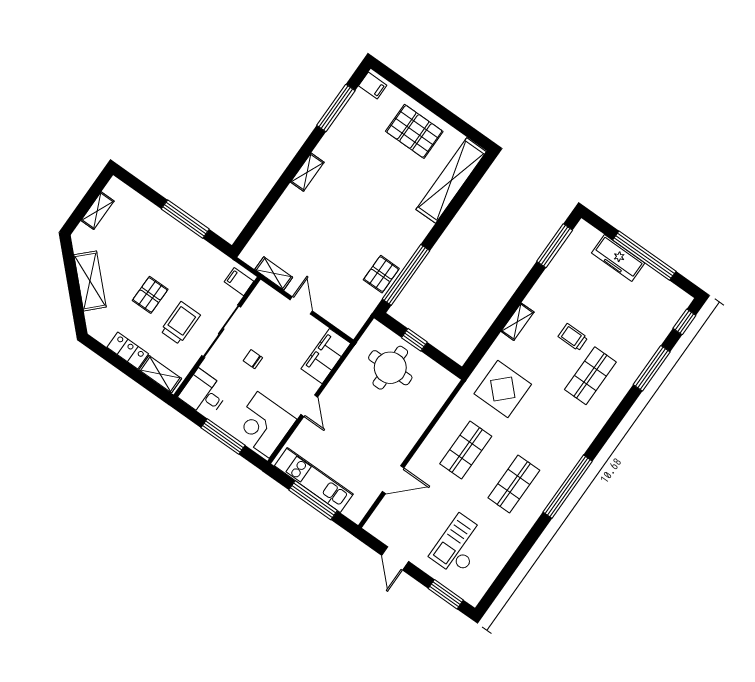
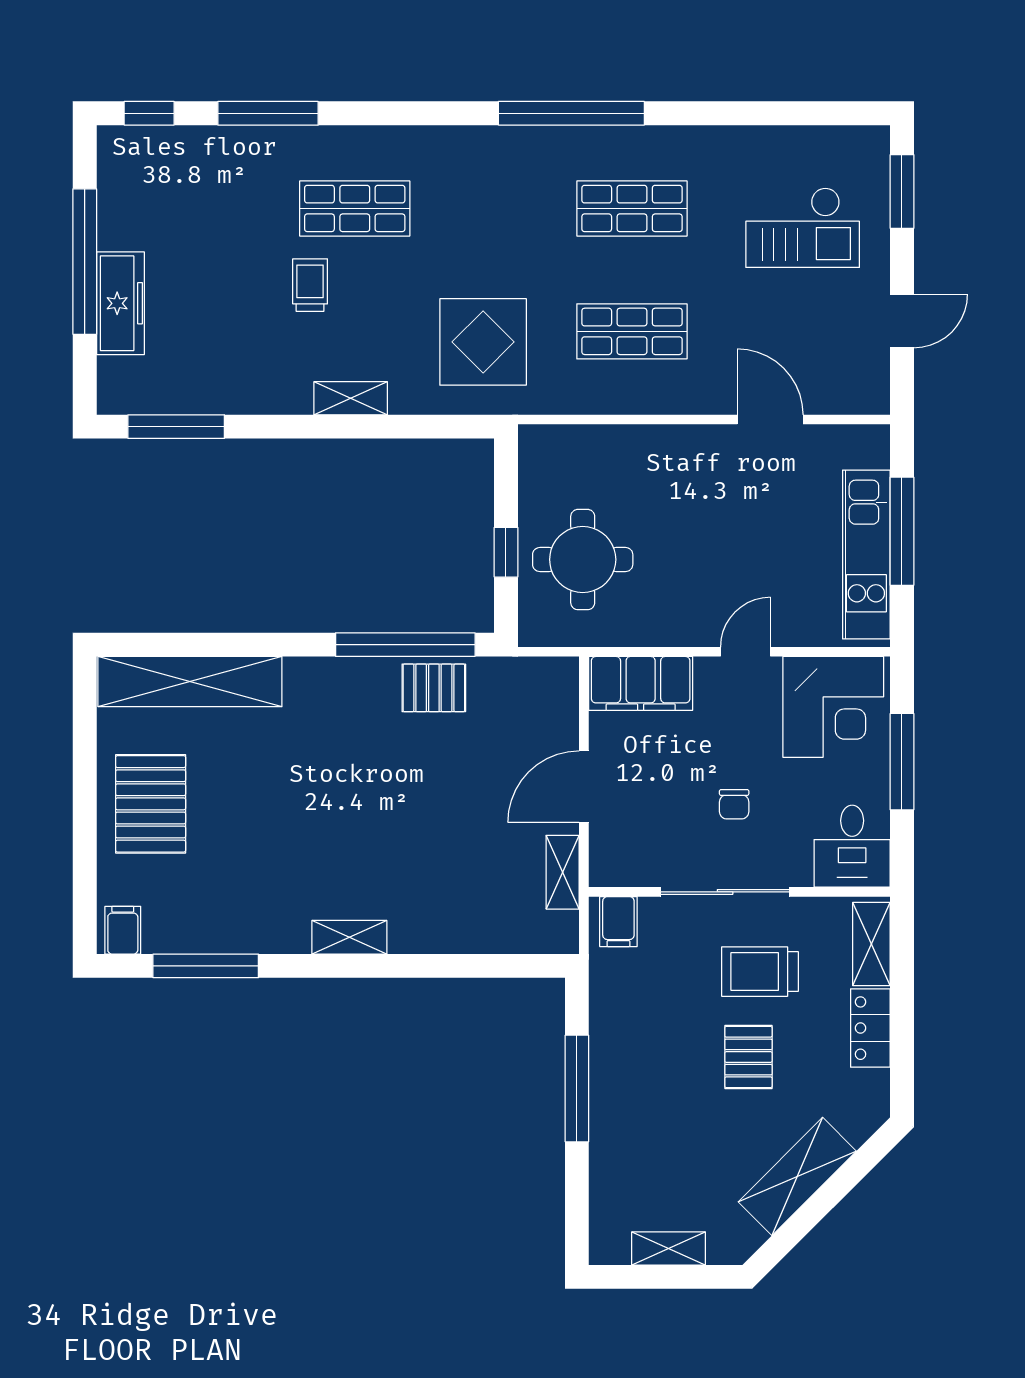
pallet: (150, 295) -> (748, 1057), turned 90
door: (301, 305) -> (584, 787), width x1.38
trolley: (573, 337) -> (310, 285), turned 180

